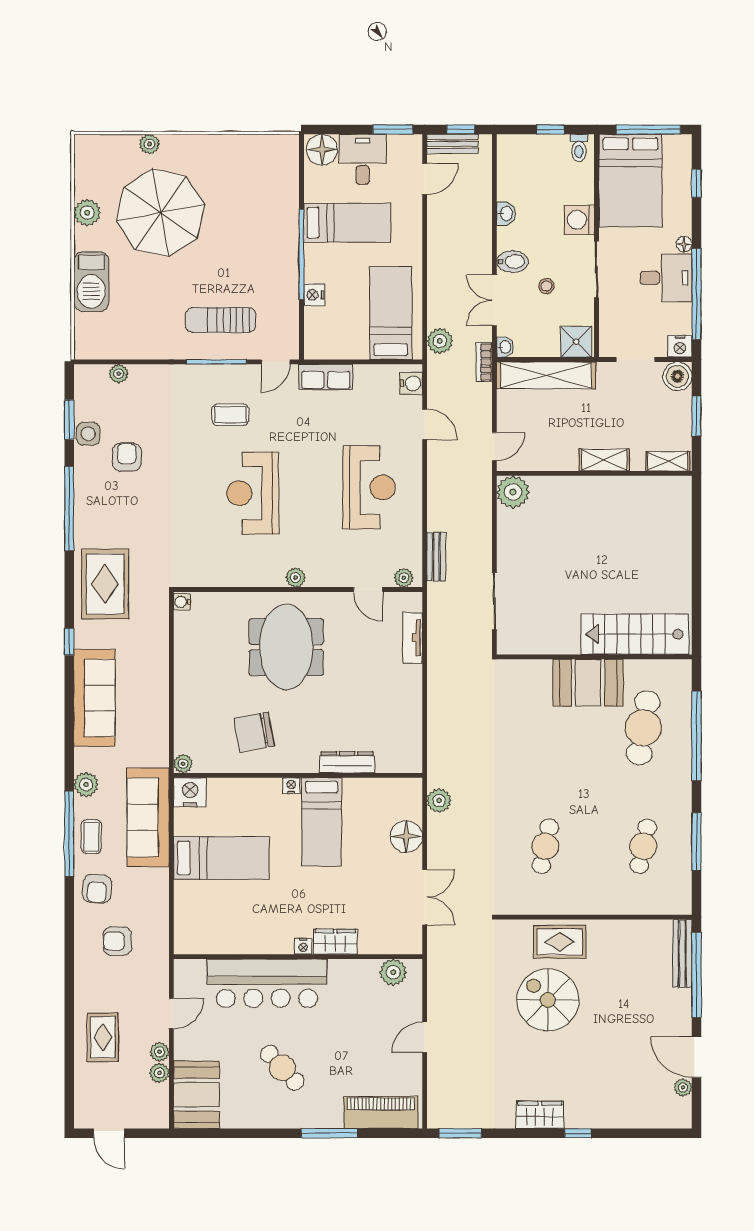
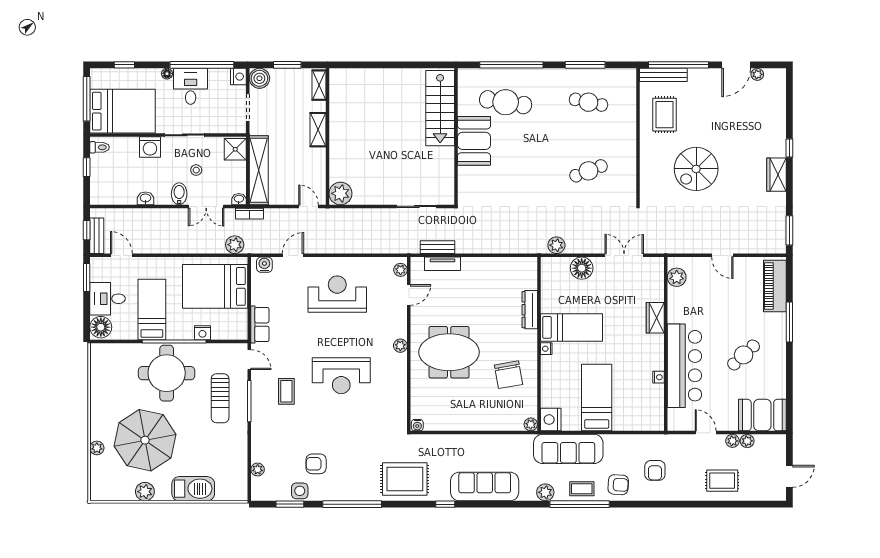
round table: (256, 244) -> (167, 373), added
bed: (391, 313) -> (215, 286), width x1.50
bench: (436, 557) -> (437, 247), moved
cafe table: (545, 846) -> (588, 171), turned -33
rug: (560, 942) -> (665, 115), moved
nightstand: (303, 946) -> (659, 377), moved

